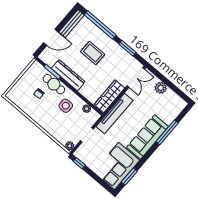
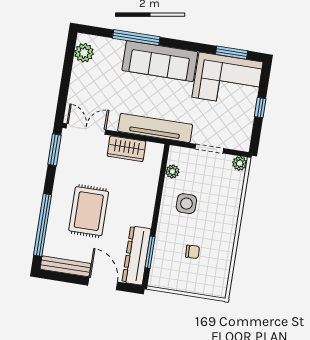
window: (127, 48) -> (54, 150), moved
rug: (93, 53) -> (89, 211), width x1.36, depth x1.43
dresser: (68, 75) -> (136, 256), moved
cafe table: (54, 84) -> (166, 239), removed
plant: (161, 88) -> (84, 53), moved
wardrobe: (109, 96) -> (127, 149), width x0.67
window: (79, 163) -> (260, 108), moved

